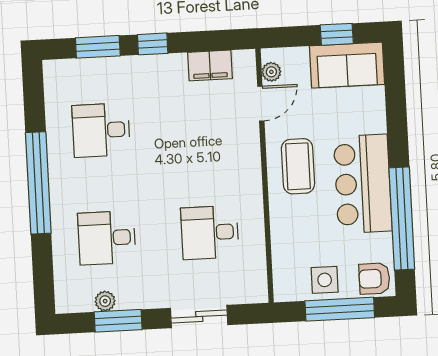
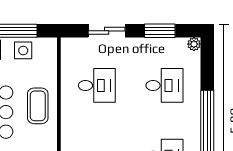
coffee table: (298, 166) -> (38, 106), moved
plant: (105, 301) -> (194, 44), moved

